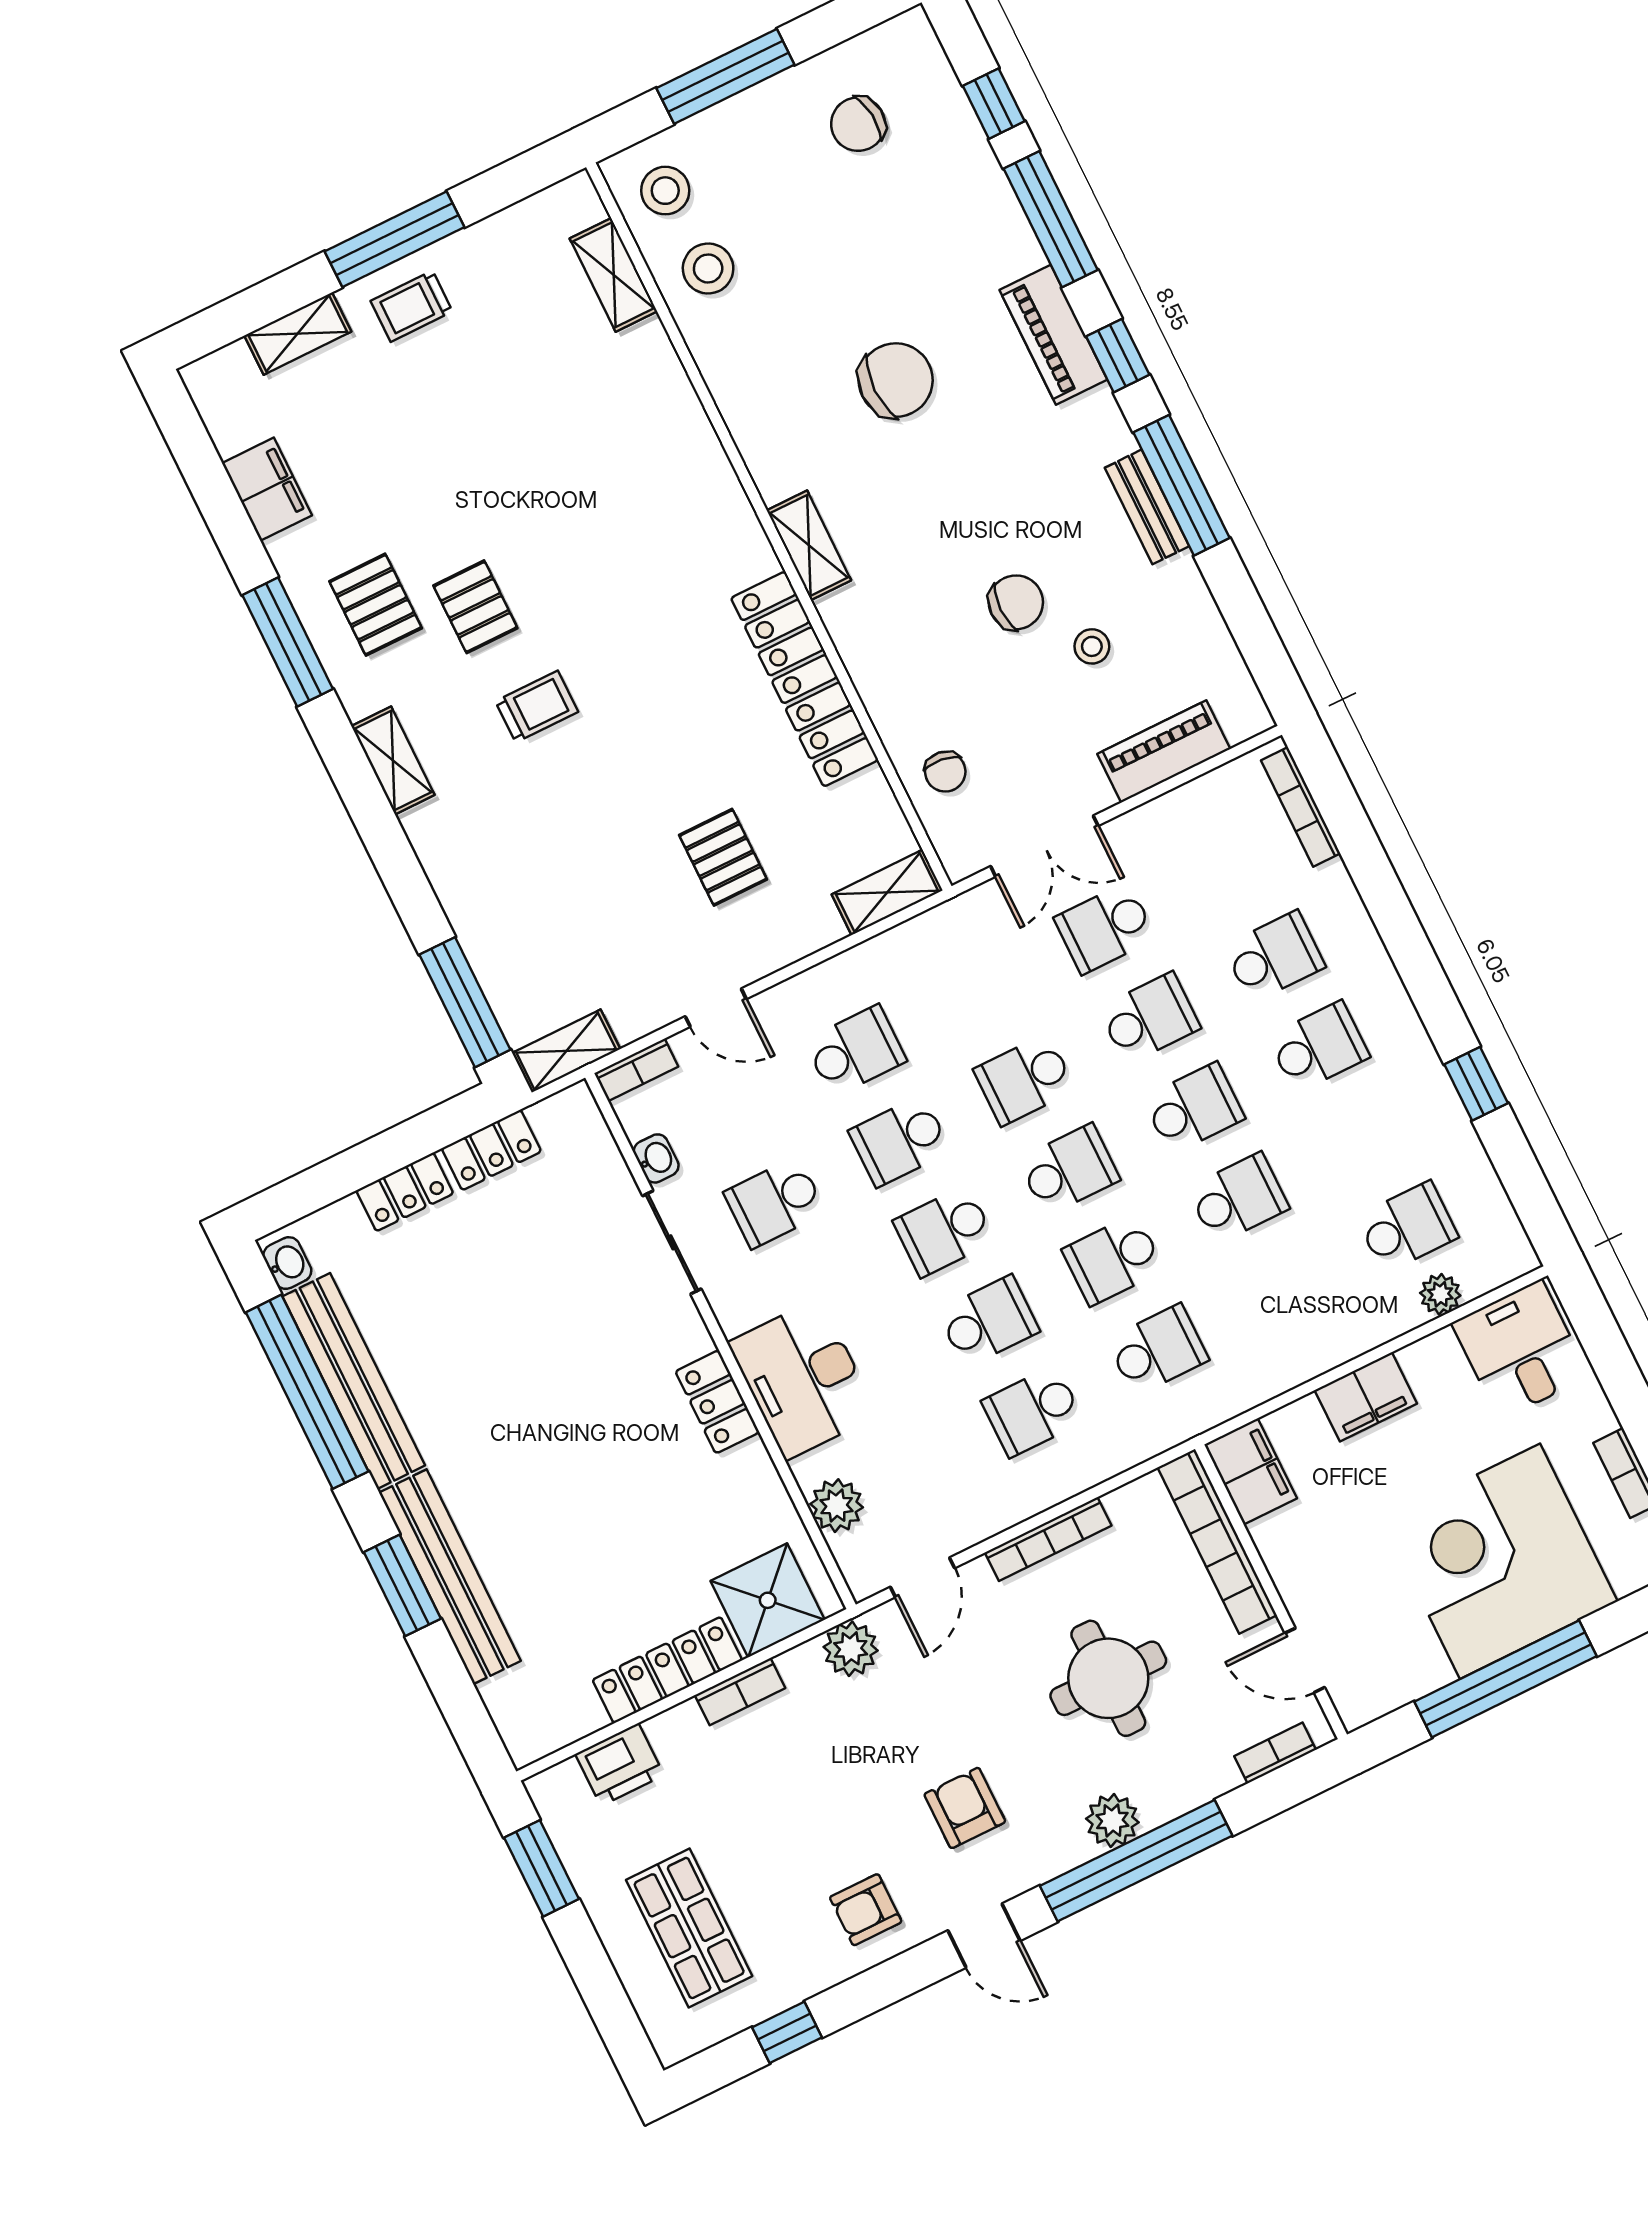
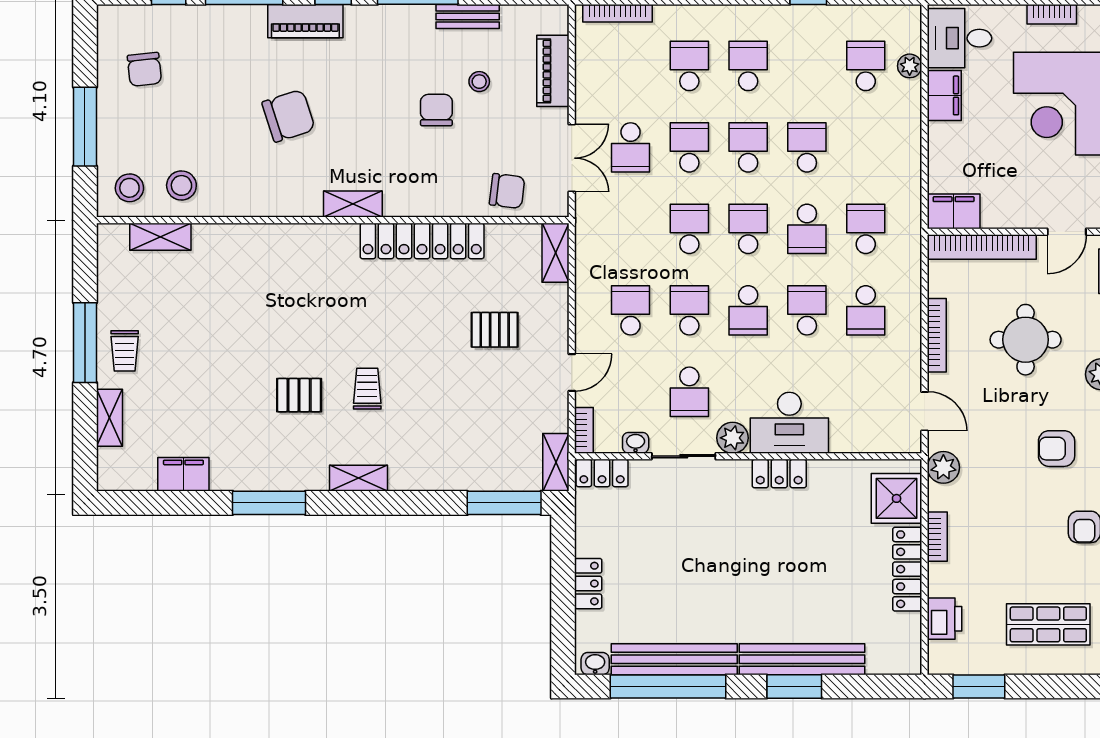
chair: (896, 380) -> (289, 116), turned 72
bench: (1147, 507) -> (468, 16), moved
pallet: (376, 605) -> (272, 447), removed
chair: (945, 772) -> (507, 191), width x1.37, depth x1.37
school desk: (1025, 1080) -> (689, 229), turned 180
school desk: (900, 1141) -> (689, 310), turned 180
locker: (491, 1150) -> (602, 473), moved, turned 90
filing cabinet: (1366, 1397) -> (944, 95), moved
plant: (837, 1506) -> (733, 438), moved

